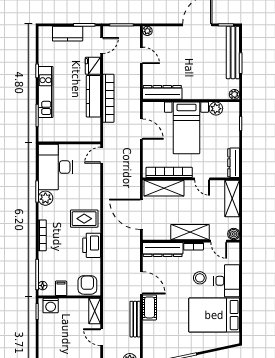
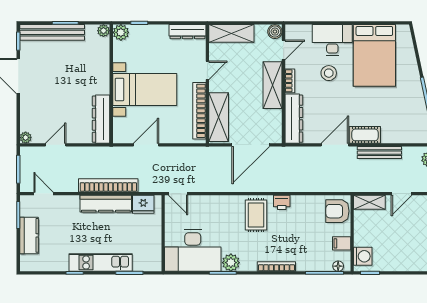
fridge: (93, 66) -> (143, 204), moved
plant: (216, 109) -> (121, 32), moved
printer: (92, 245) -> (282, 202), width x0.53, depth x0.68

